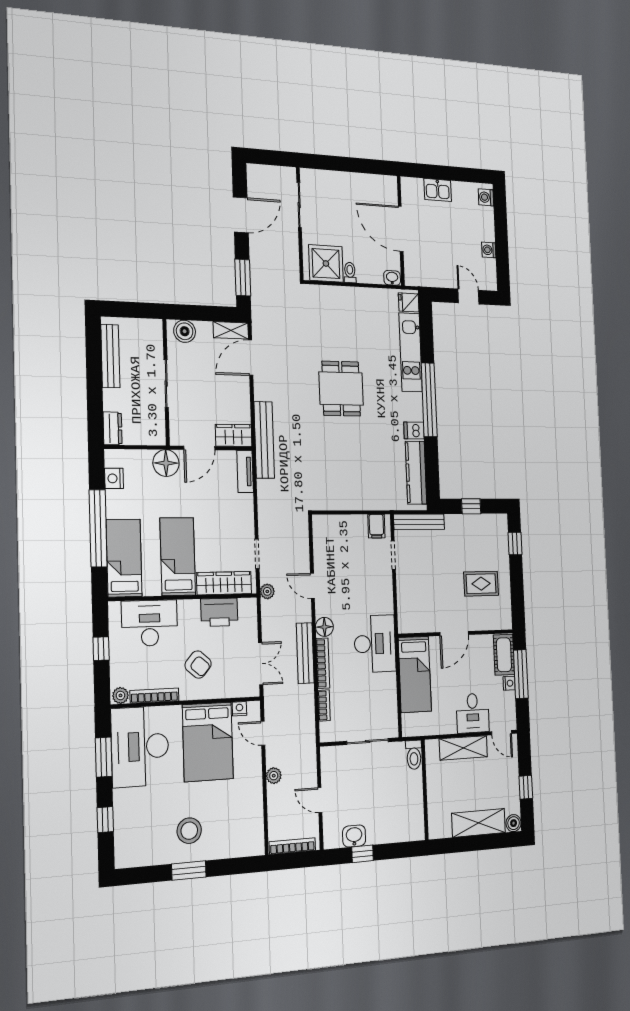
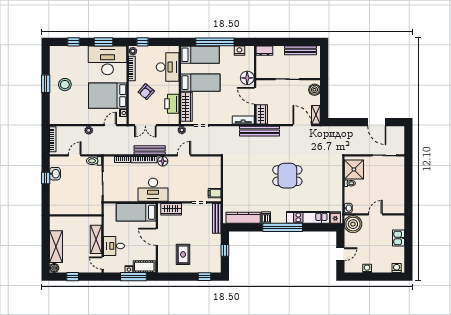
door: (401, 229) -> (375, 214), width x0.53
boiler: (418, 271) -> (353, 224), added
window: (243, 278) -> (344, 122), removed
wardrobe: (407, 608) -> (171, 209), added
window: (101, 649) -> (143, 42), moved
door: (502, 733) -> (103, 263), hinge flipped
toilet: (414, 755) -> (94, 161), moved

